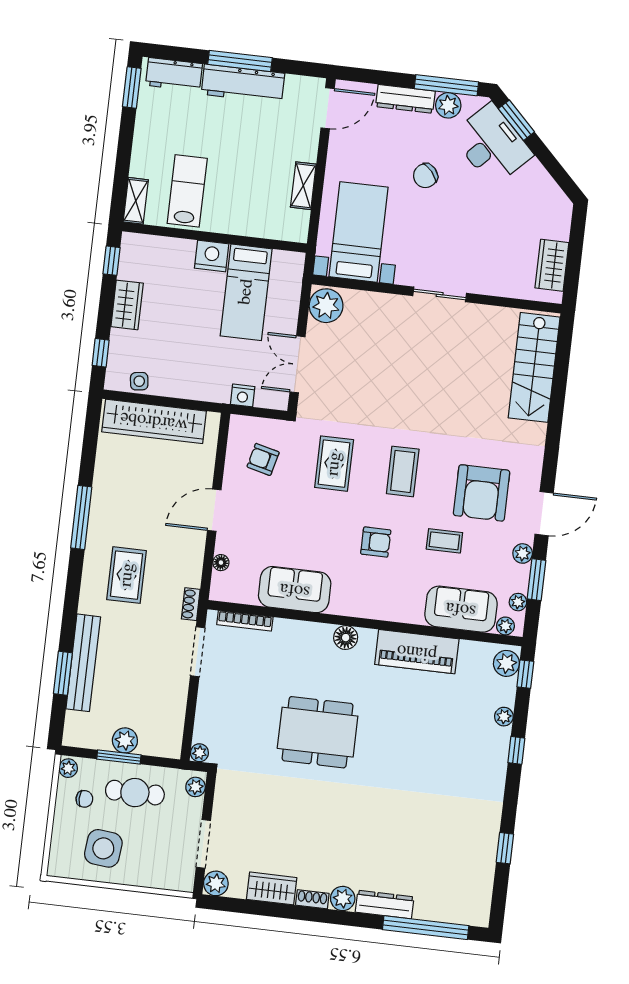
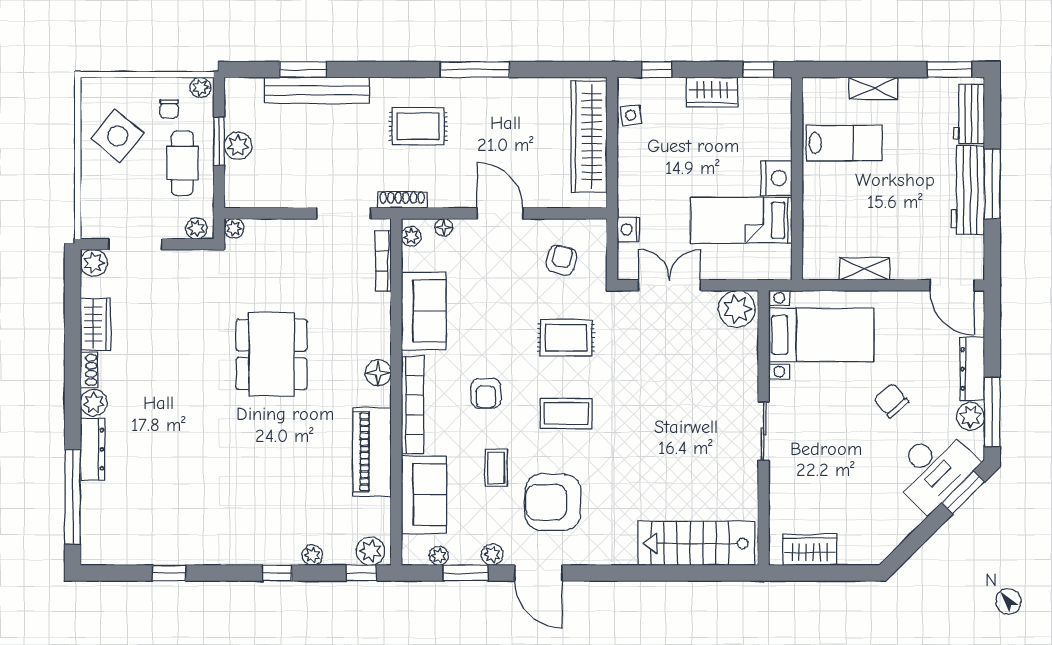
shelving: (136, 201) -> (873, 88), moved
shoe rack: (191, 604) -> (402, 200), width x1.43
bookcase: (378, 610) -> (413, 405), added
plant: (505, 626) -> (411, 236), moved
side table: (103, 848) -> (118, 136), turned 33

